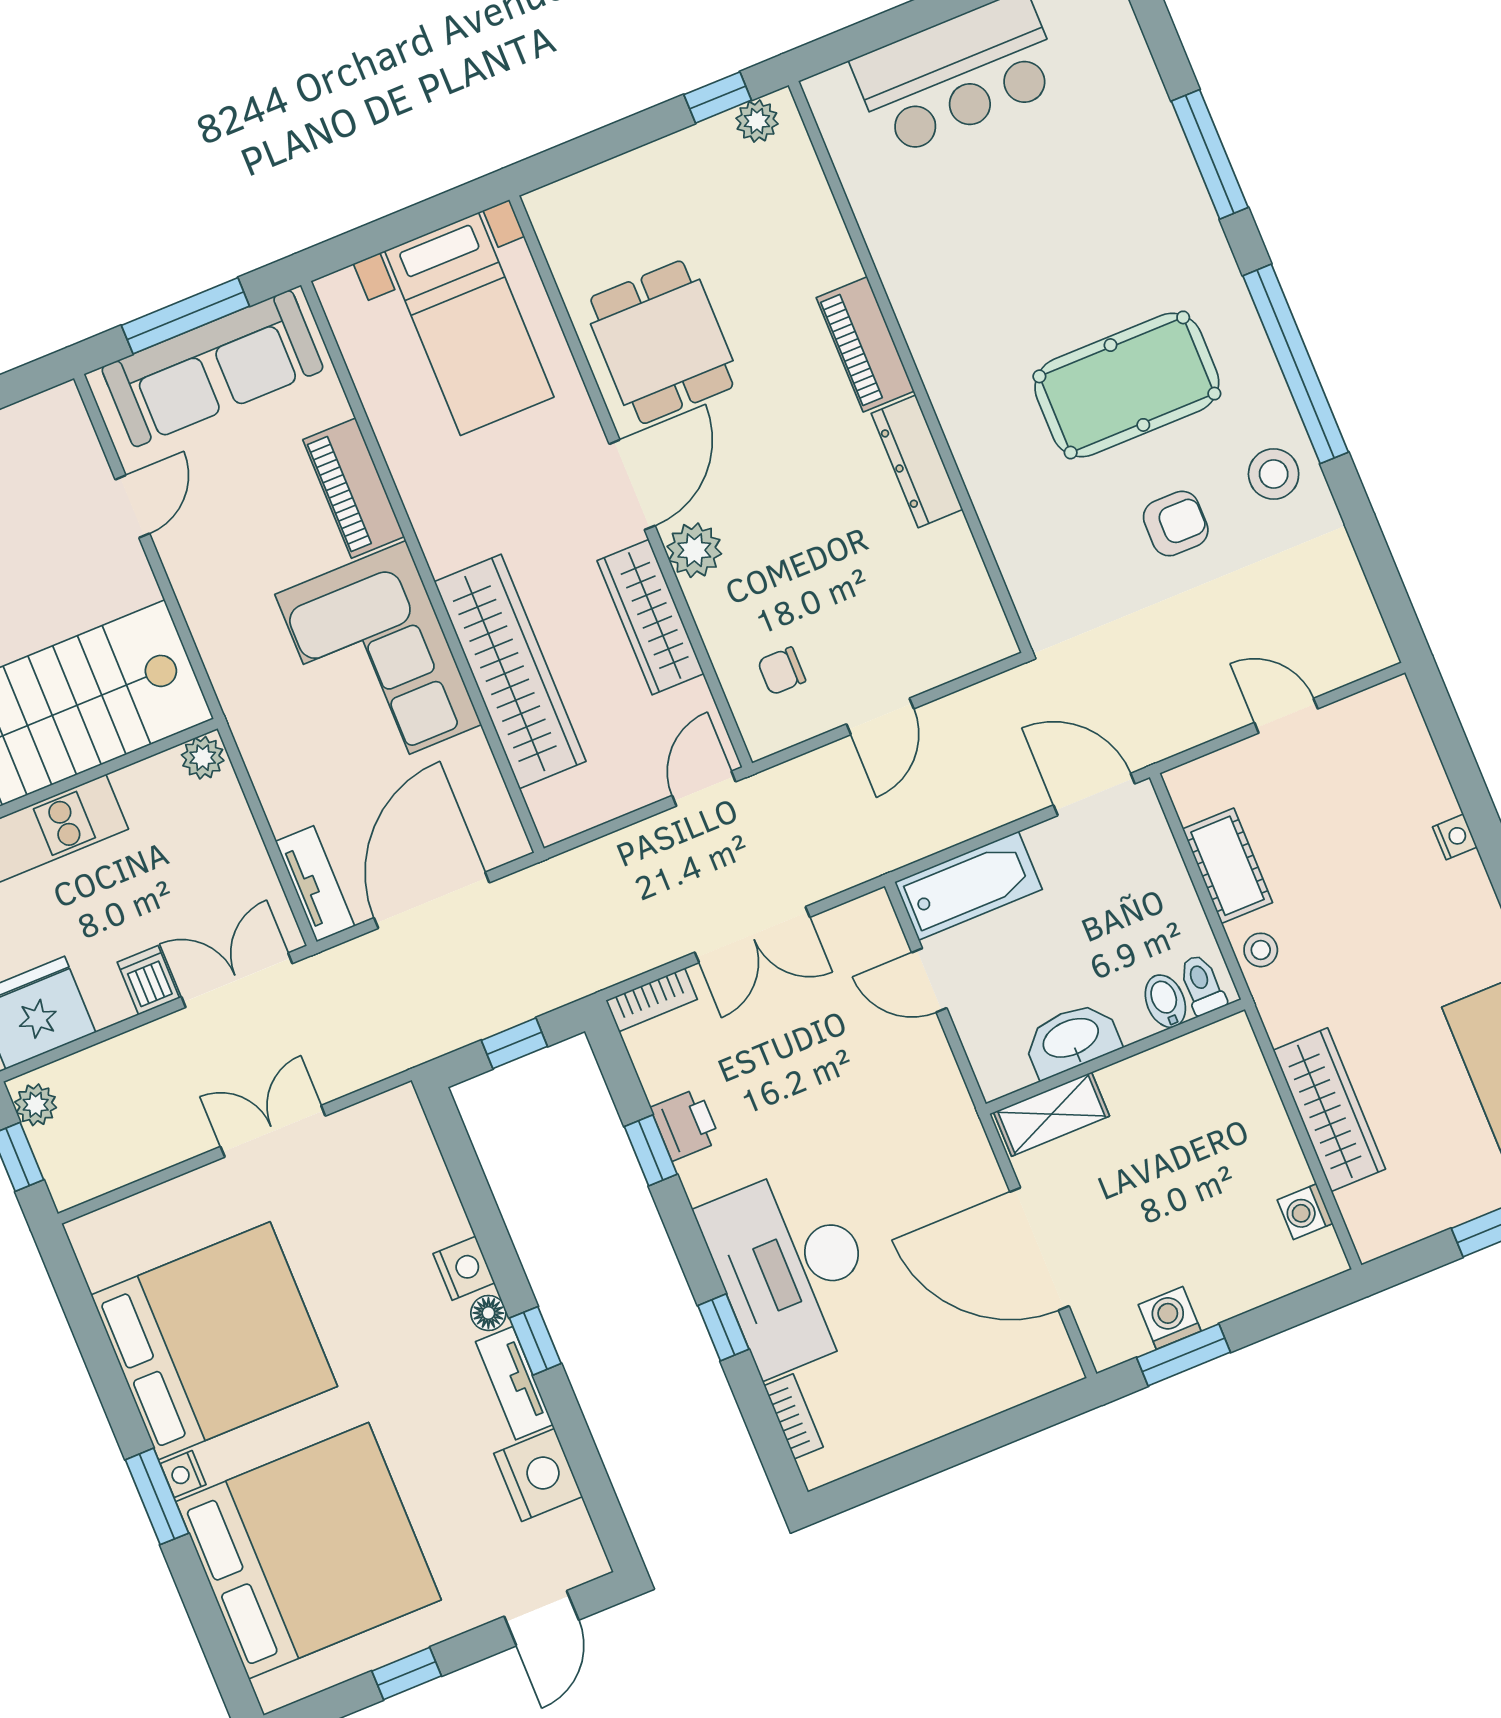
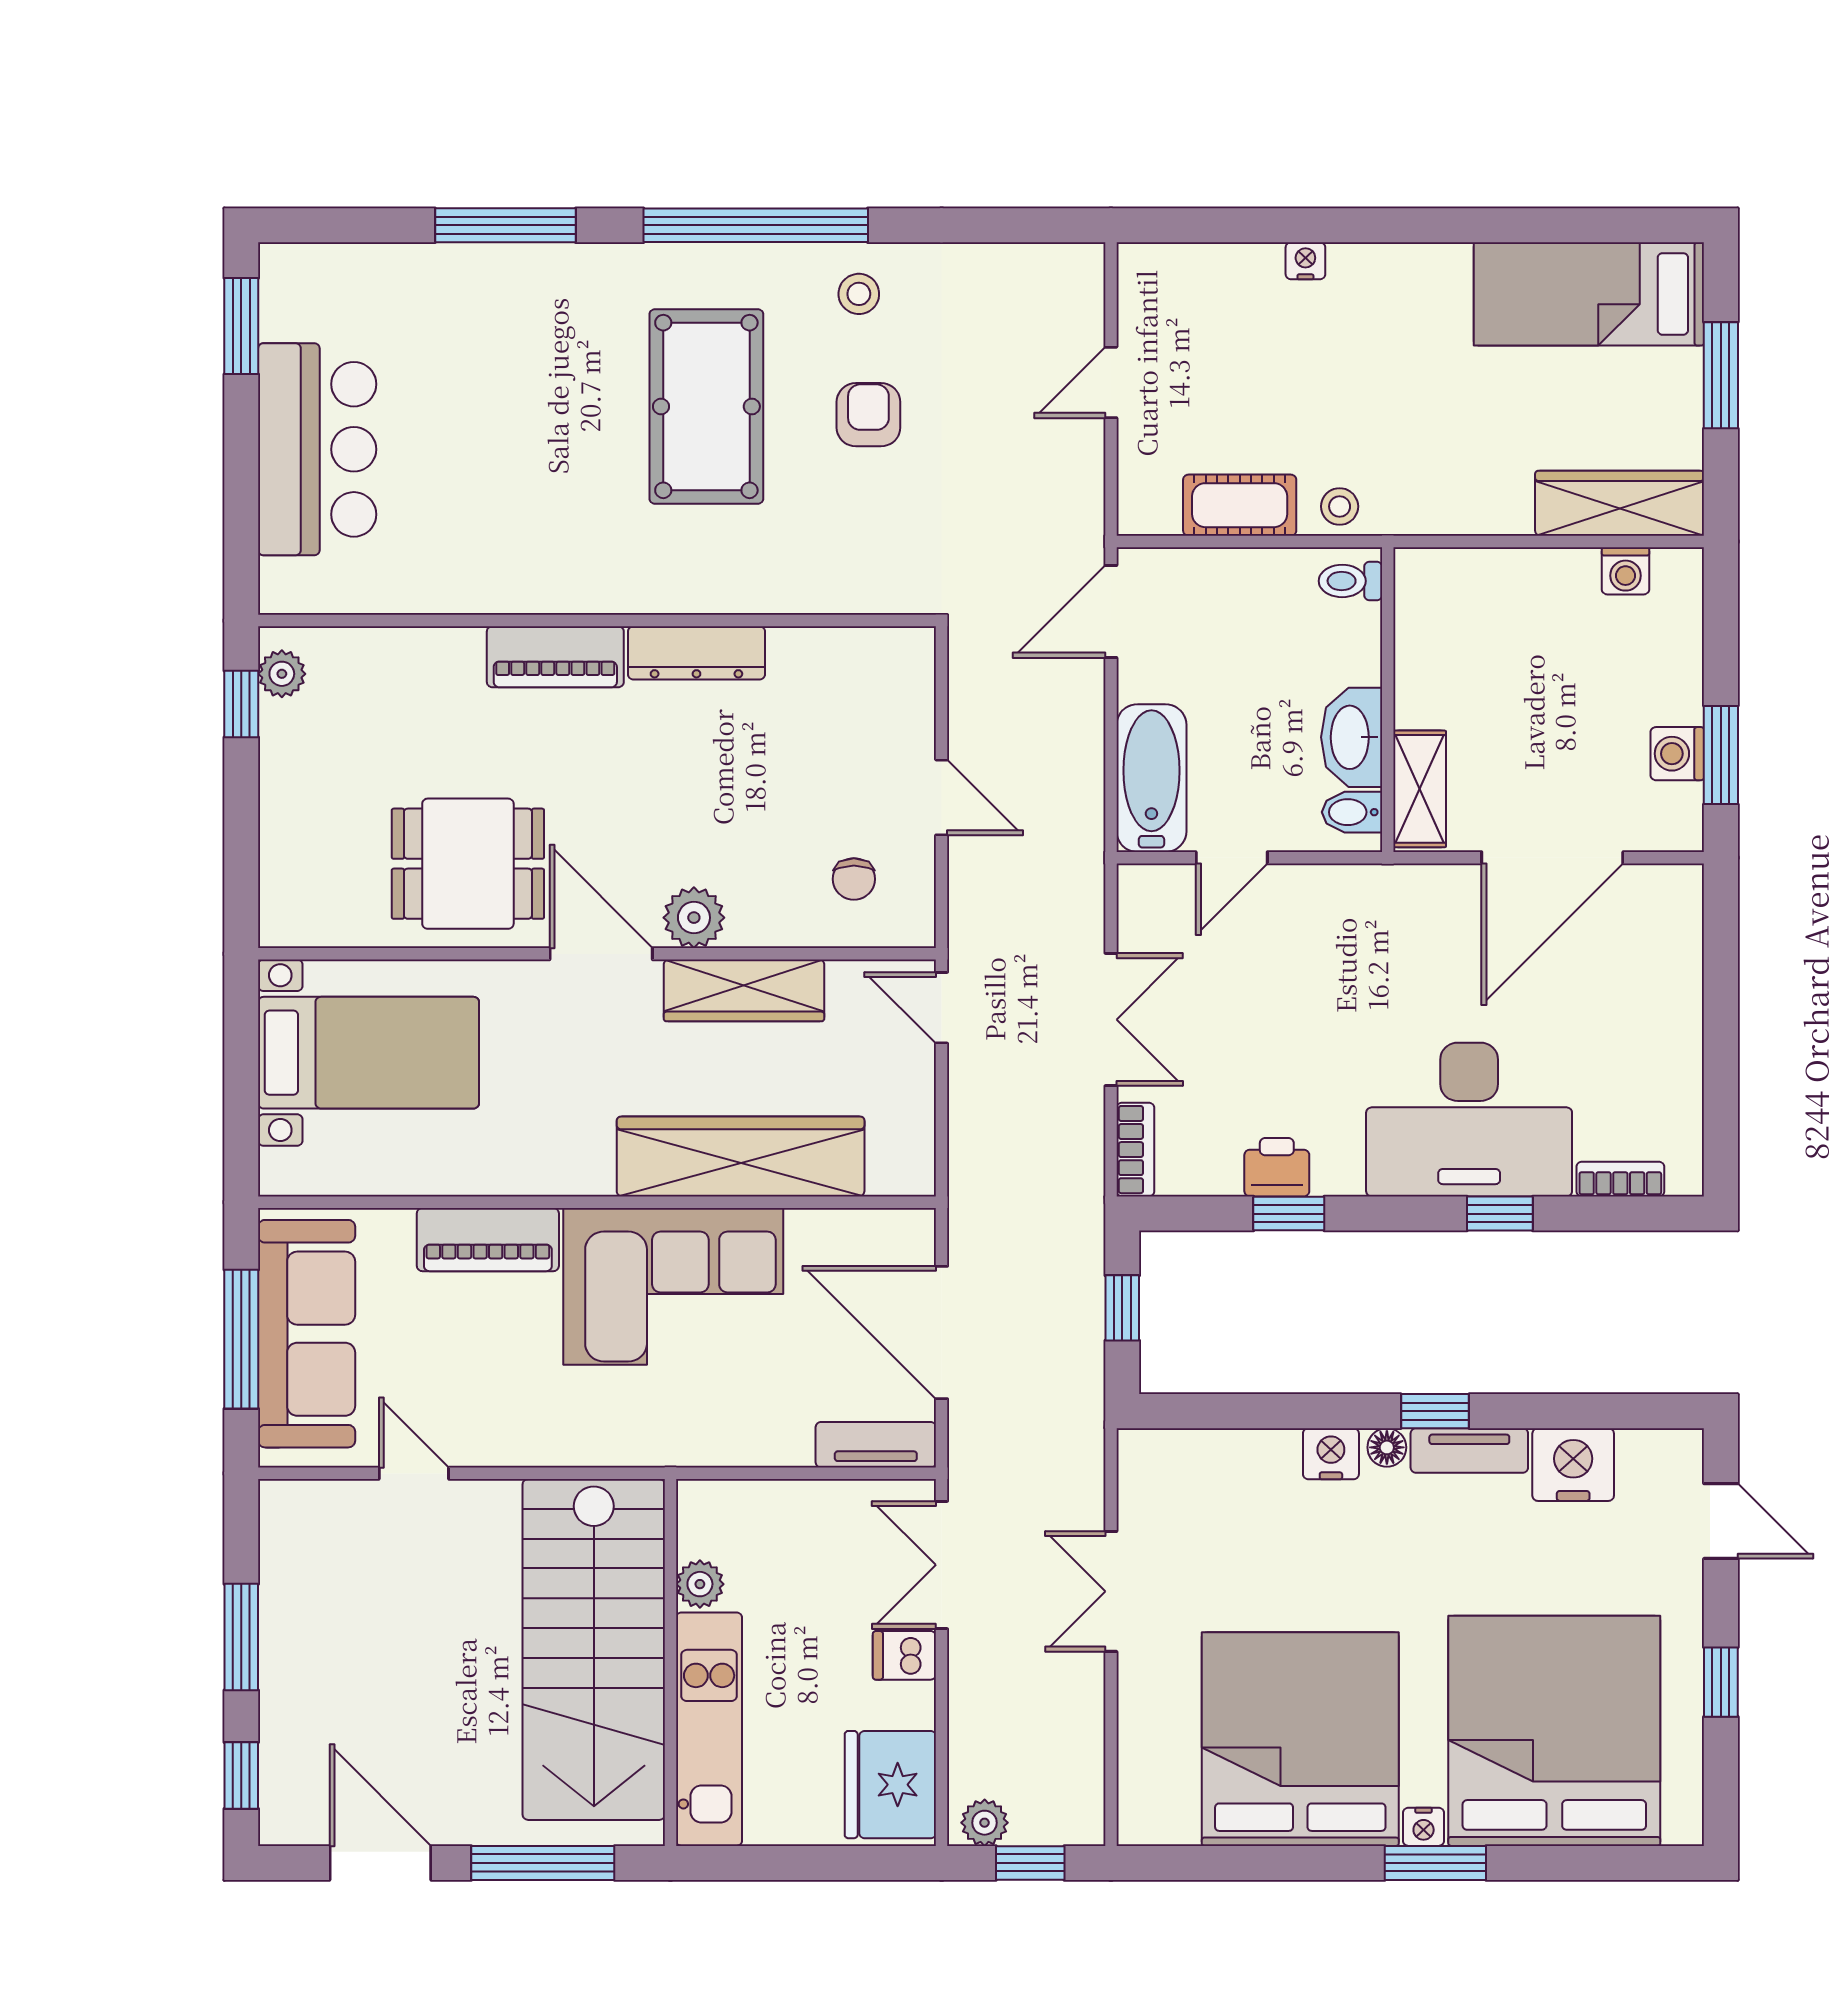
stool: (1274, 474) -> (859, 294), width x0.73, depth x0.73
plant: (203, 758) -> (700, 1584), moved
bidet: (1165, 1001) -> (1352, 812), moved
wardrobe: (1329, 1110) -> (1620, 503), moved

